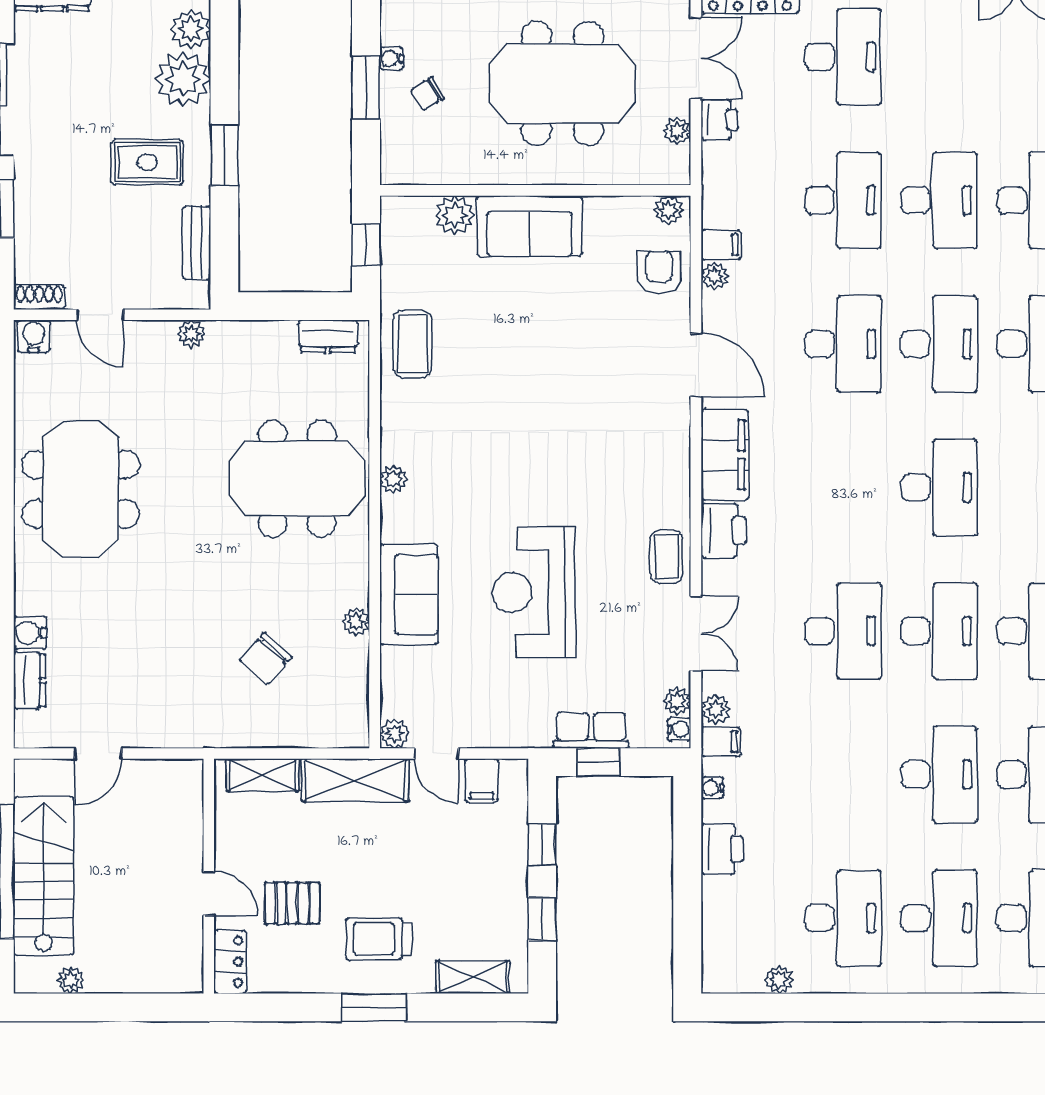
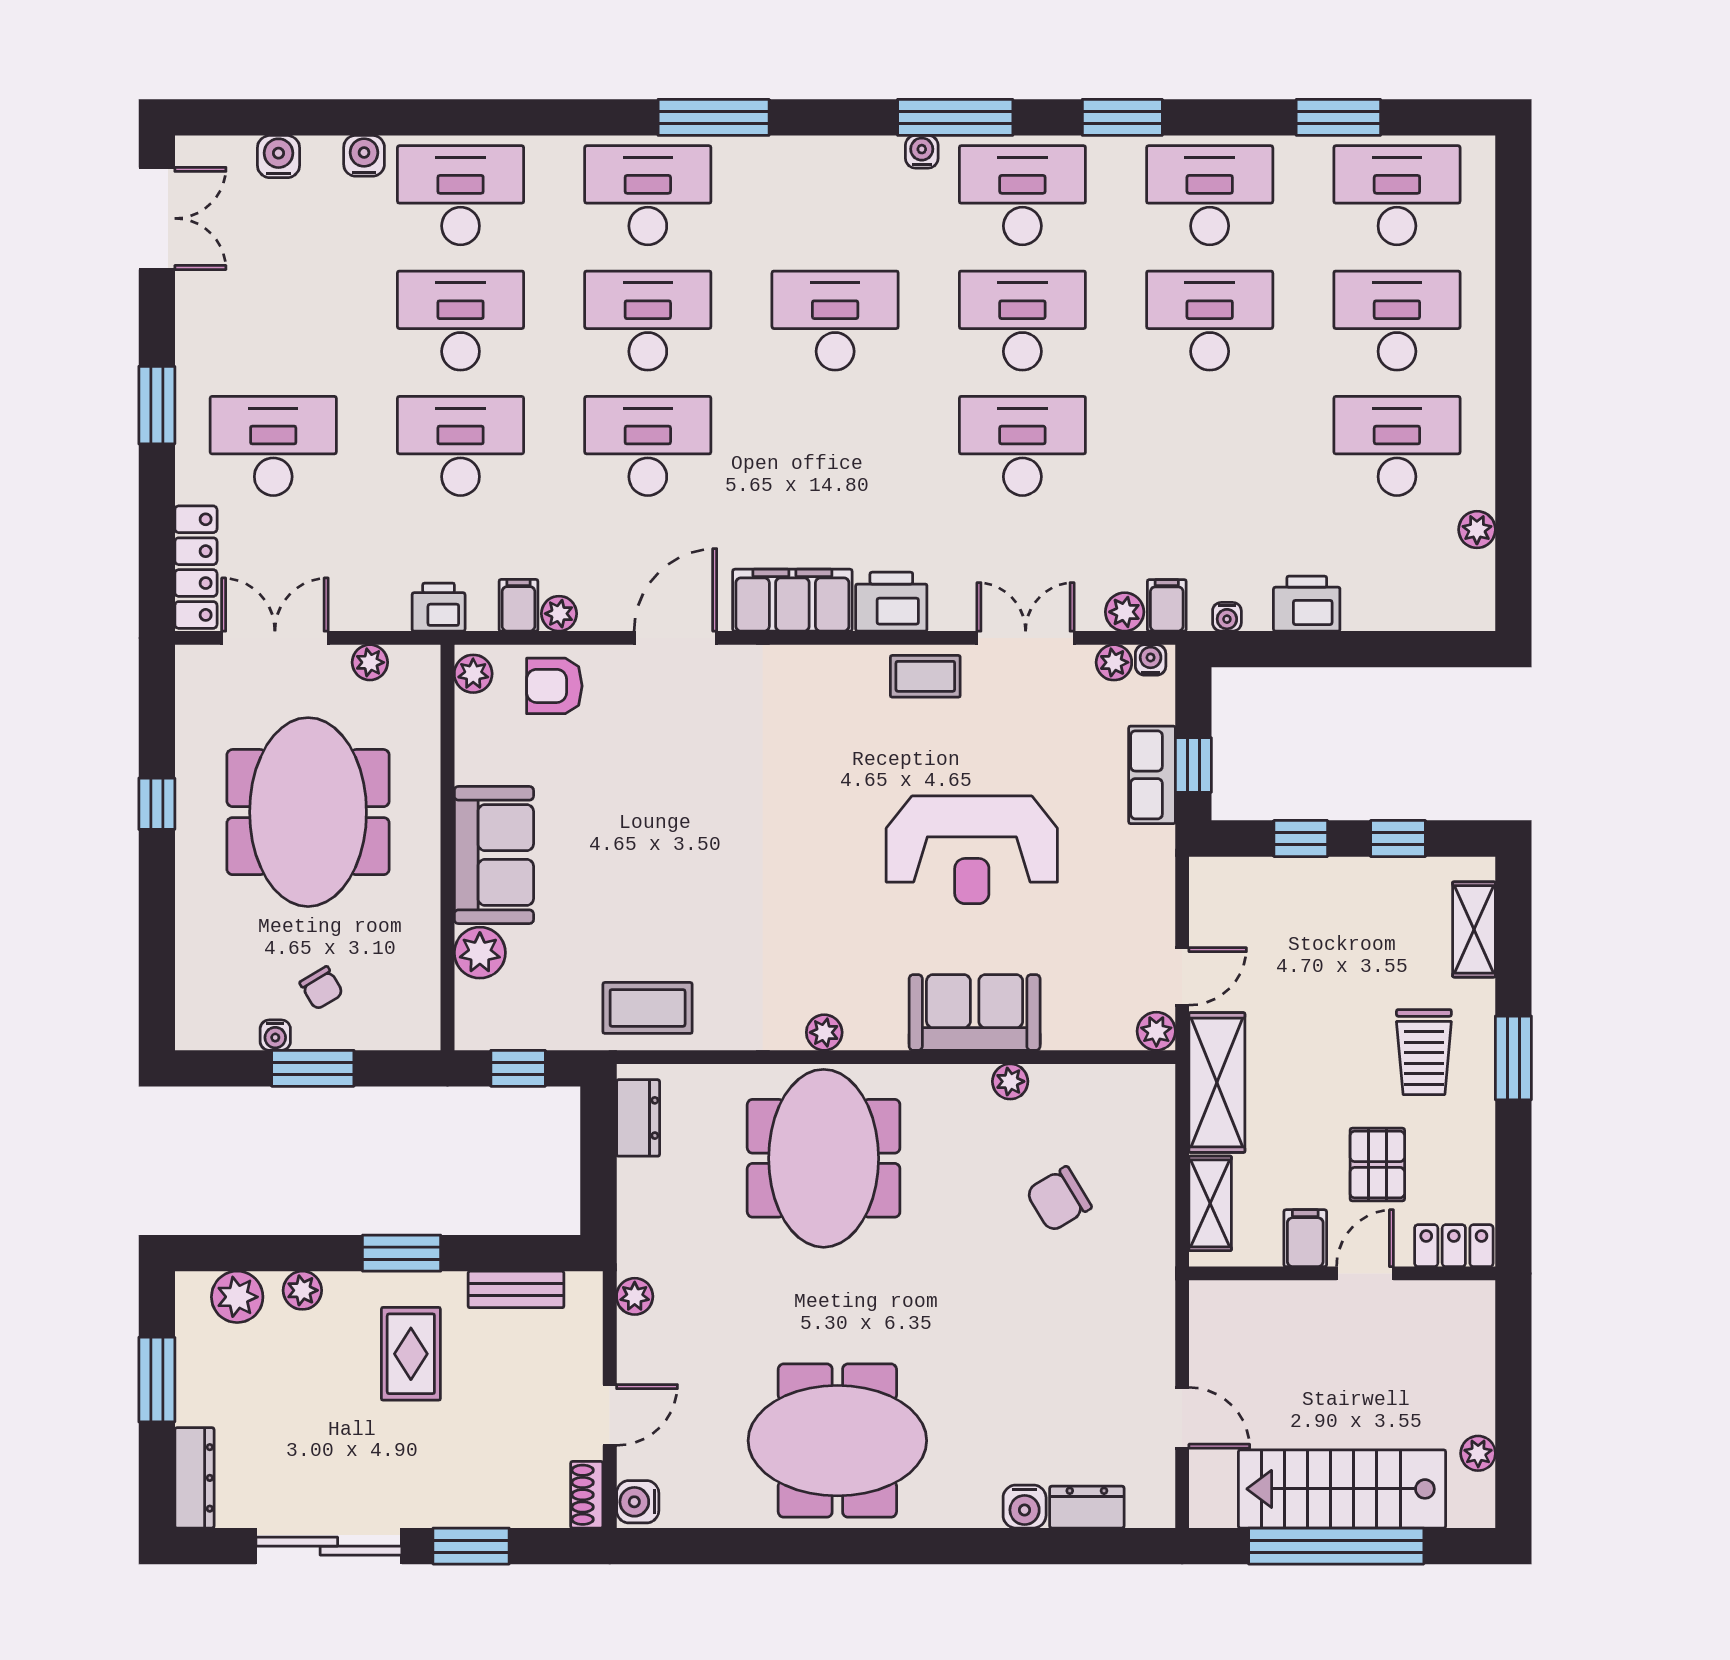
plant: (183, 79) -> (302, 1290), width x0.53, depth x0.53
printer: (719, 120) -> (439, 607), moved
chair: (266, 659) -> (1059, 1199), turned 107
filing cabinet: (482, 780) -> (1305, 1238), moved, turned -90

